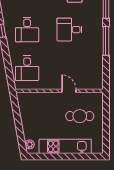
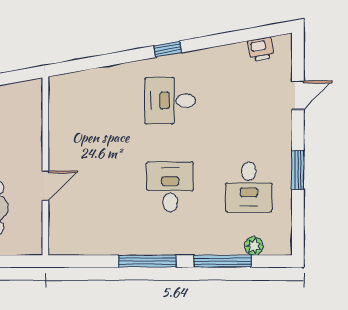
desk: (27, 68) -> (91, 101), removed

